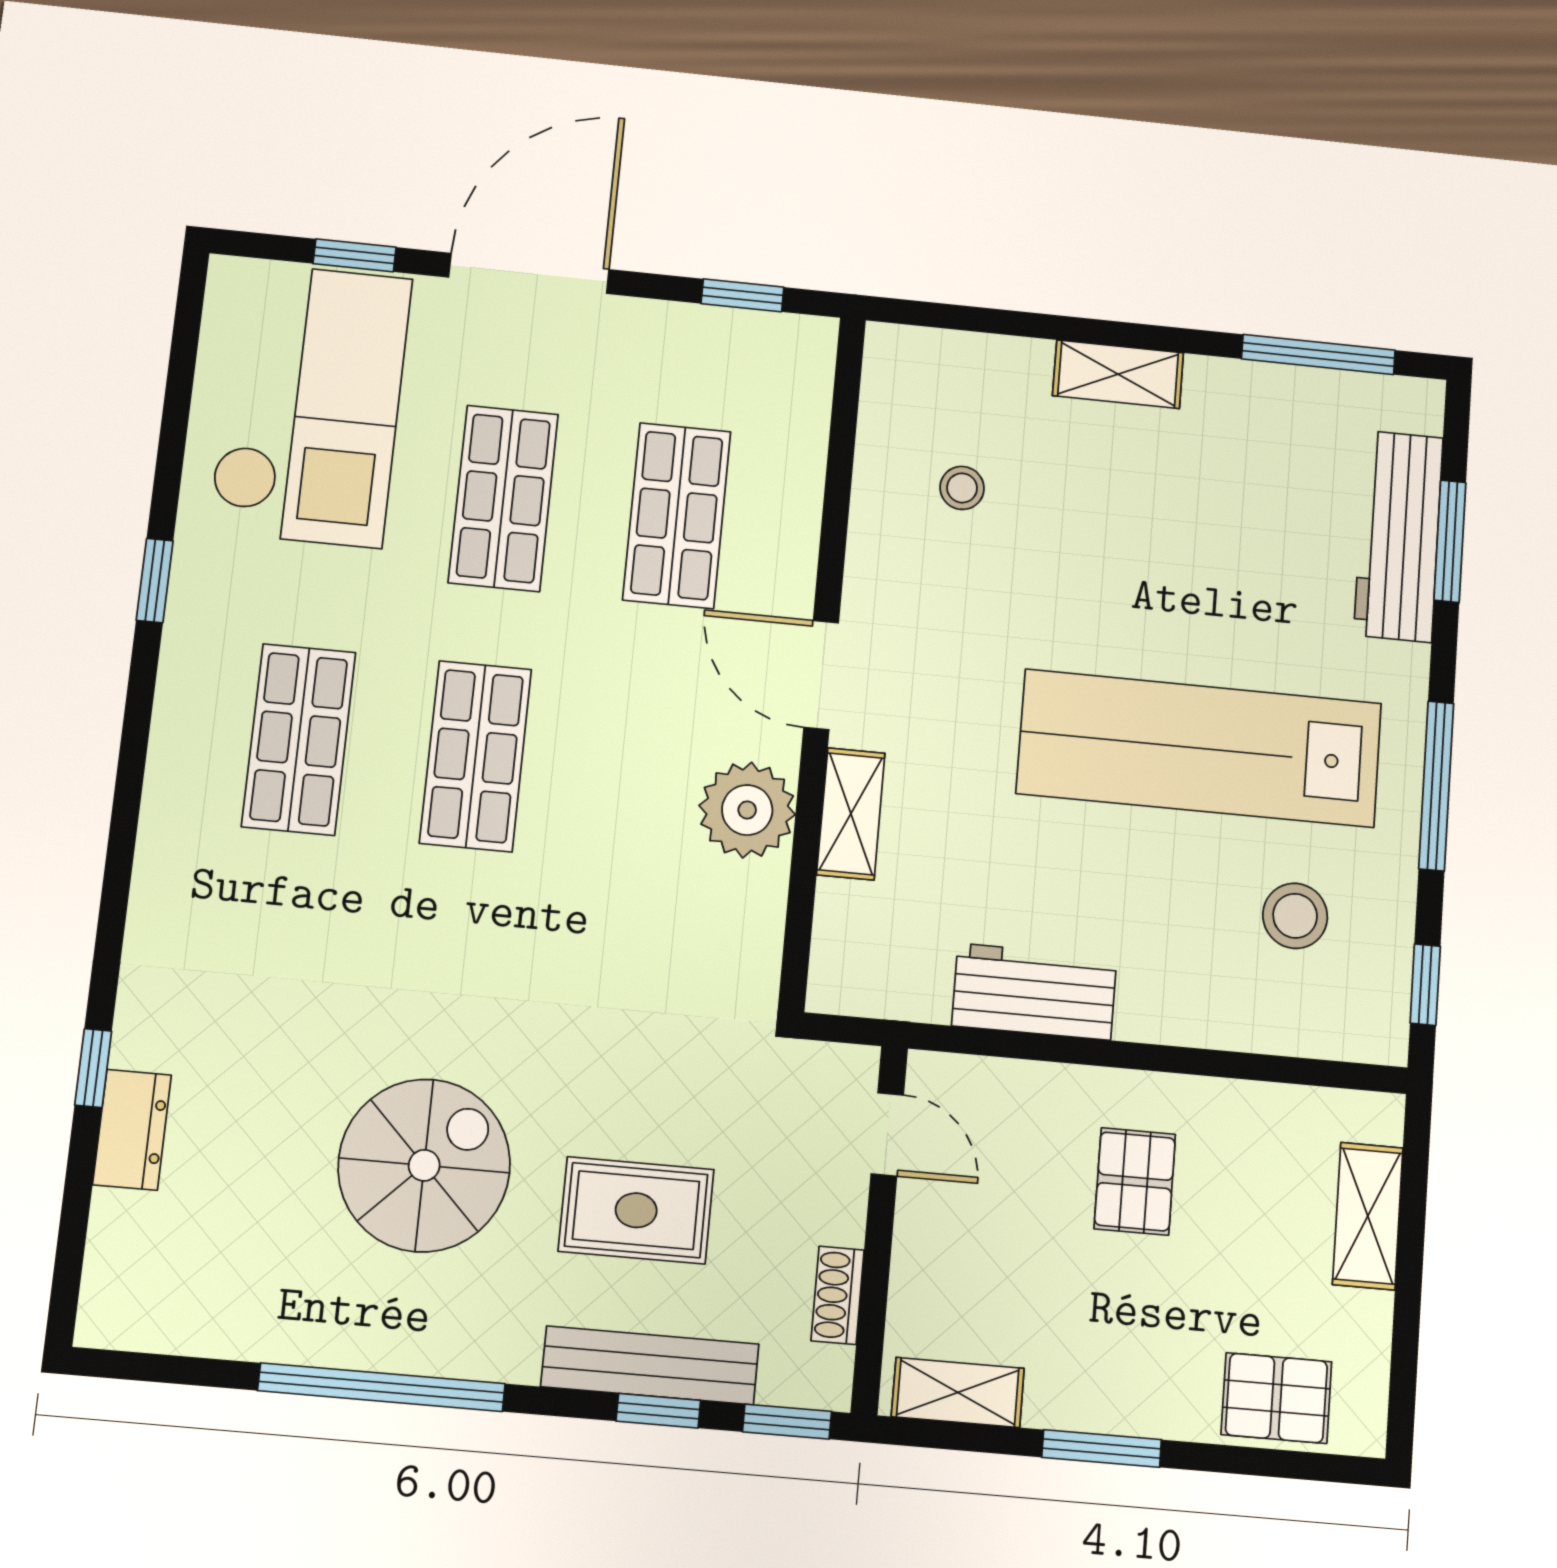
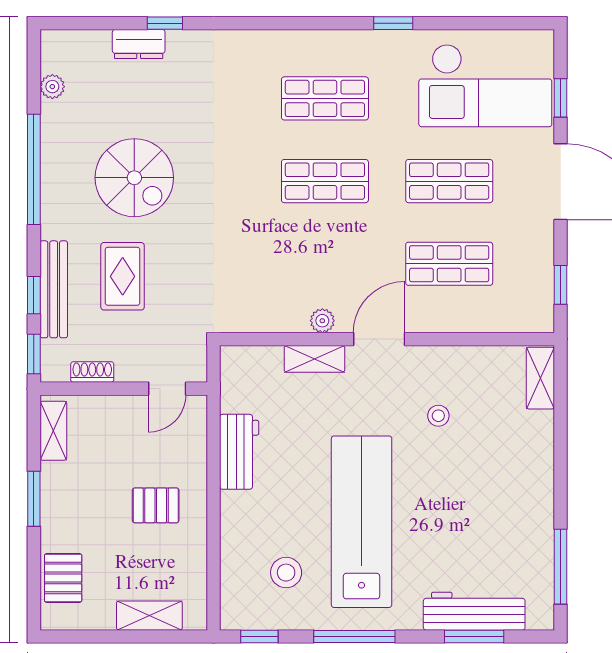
shelving: (1118, 374) -> (540, 378), moved
stool: (962, 488) -> (438, 416), moved
plant: (747, 810) -> (322, 321), width x0.53, depth x0.53
plant: (203, 1330) -> (52, 87), added

